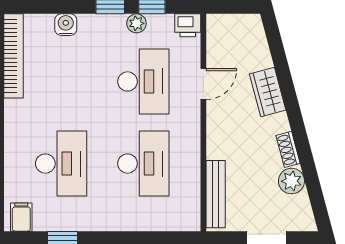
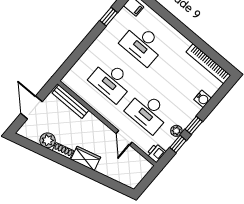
wardrobe: (268, 92) -> (86, 158), moved

